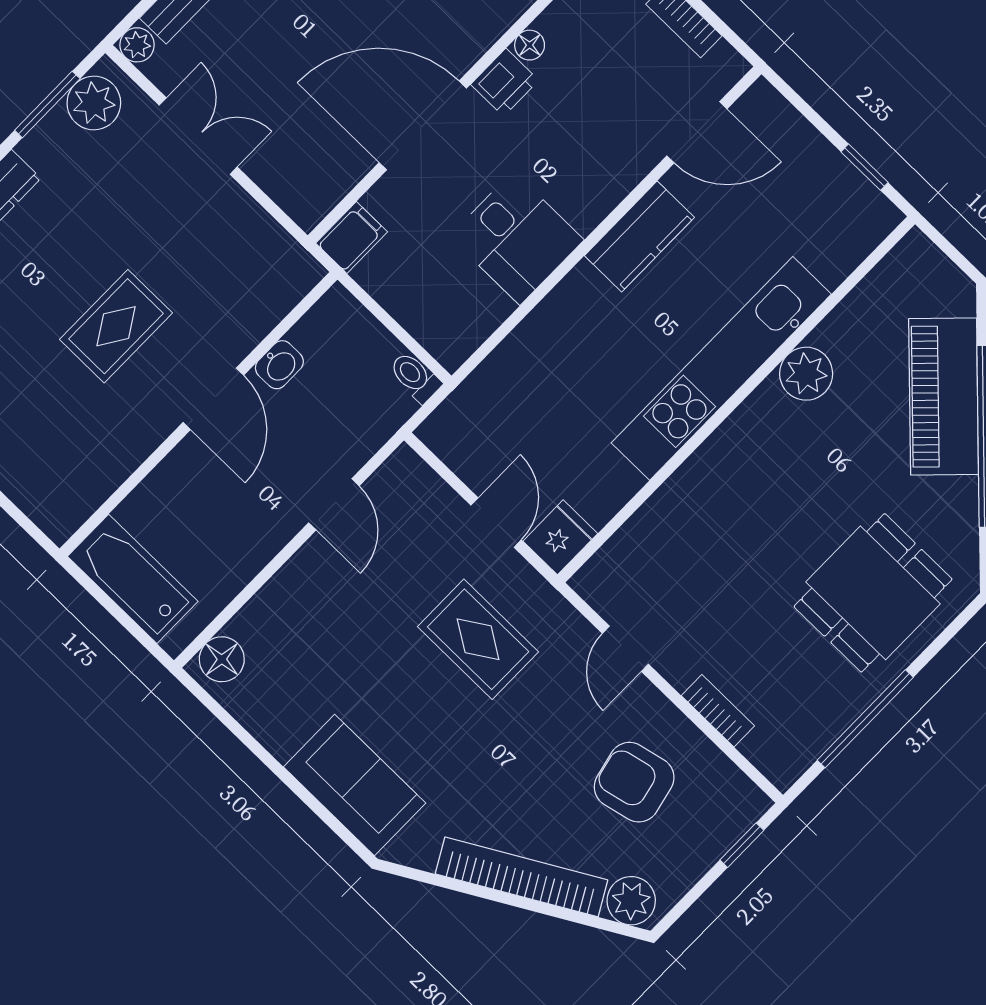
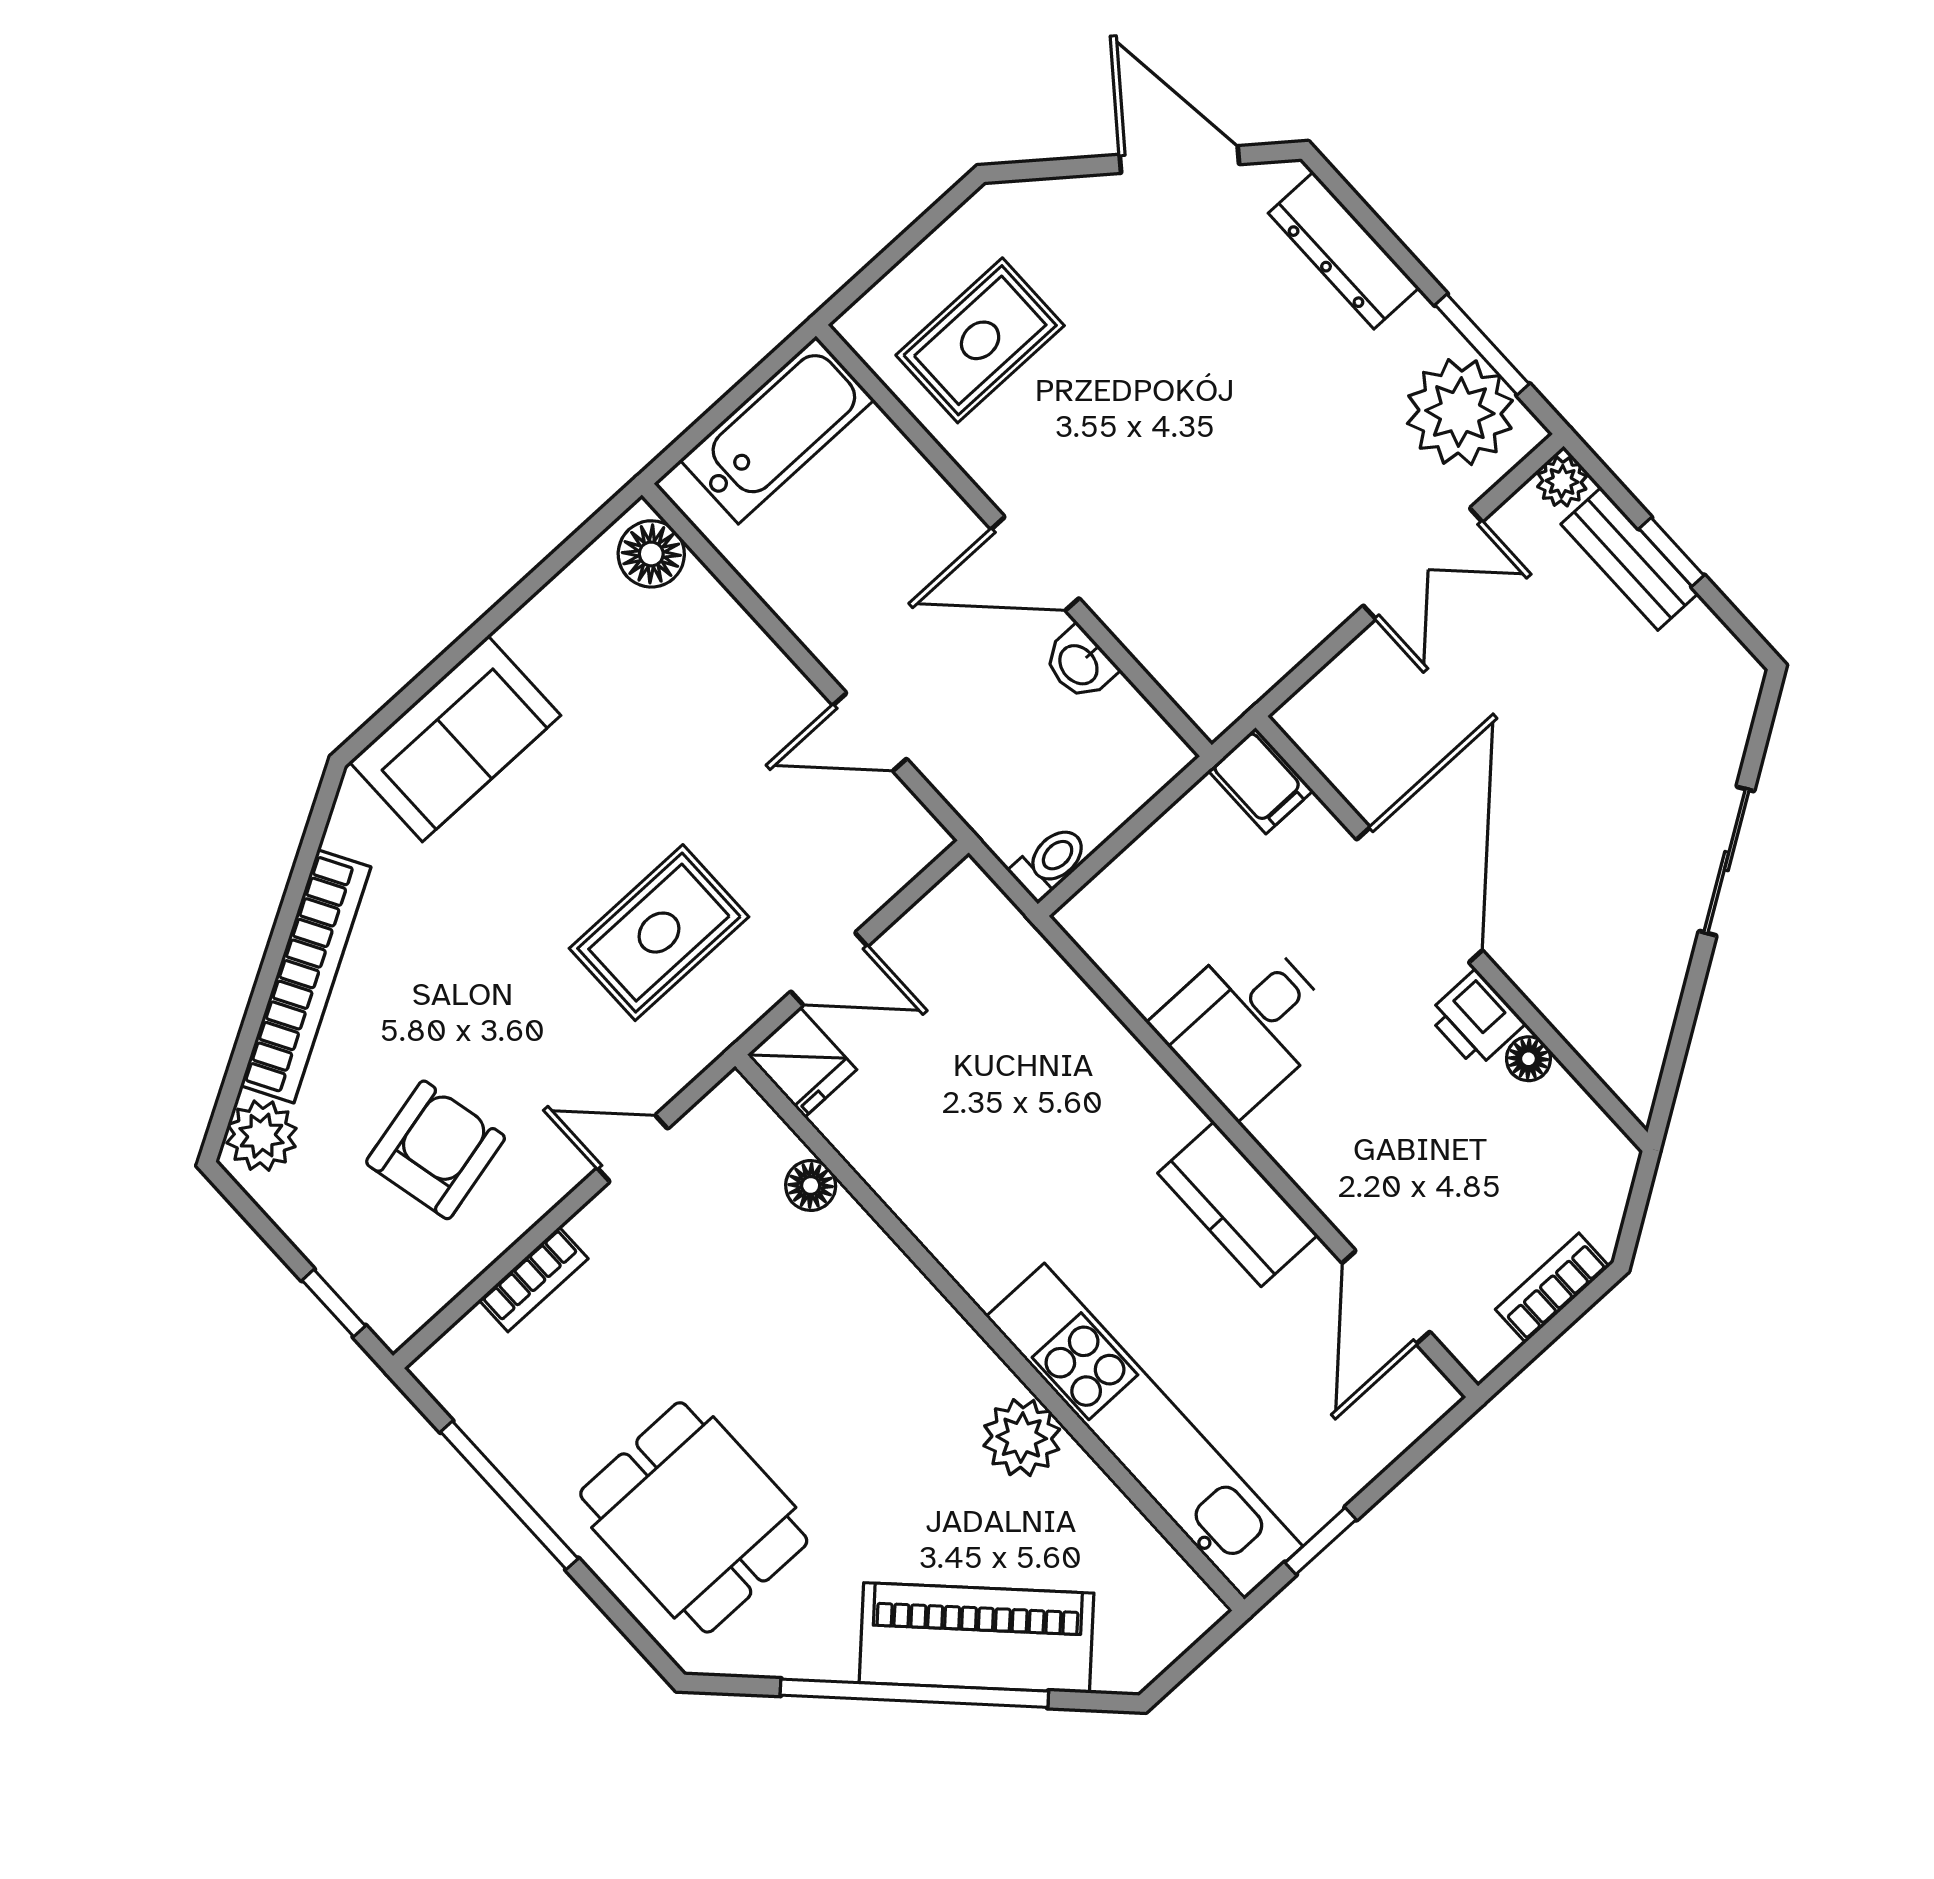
plant: (94, 103) -> (1460, 412), width x1.36, depth x1.36
rug: (116, 326) -> (980, 340), moved, turned 90
kitchen unit: (721, 368) -> (1144, 1431), moved
floor lamp: (644, 527) -> (811, 1186), added

